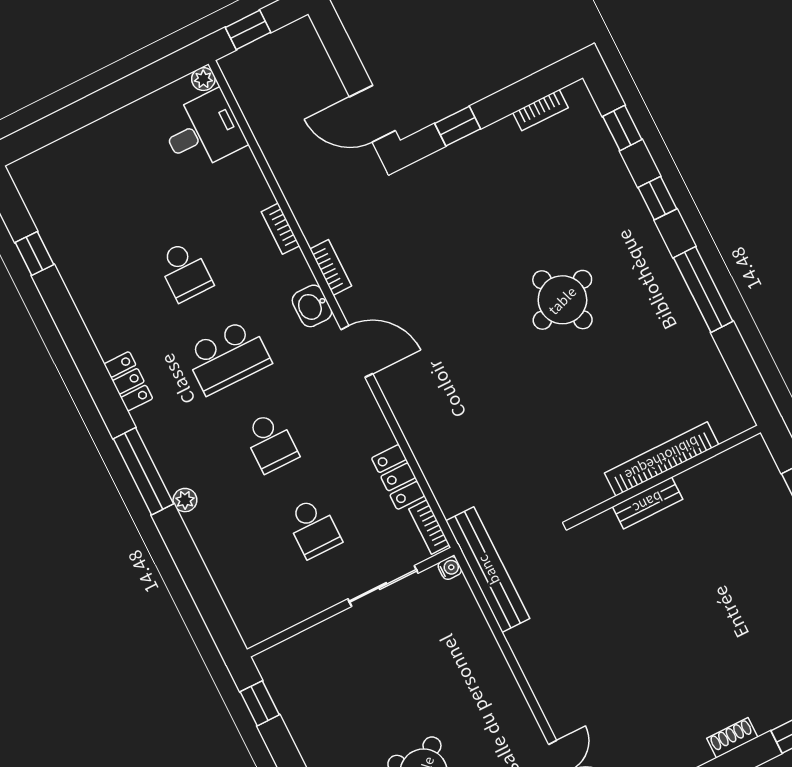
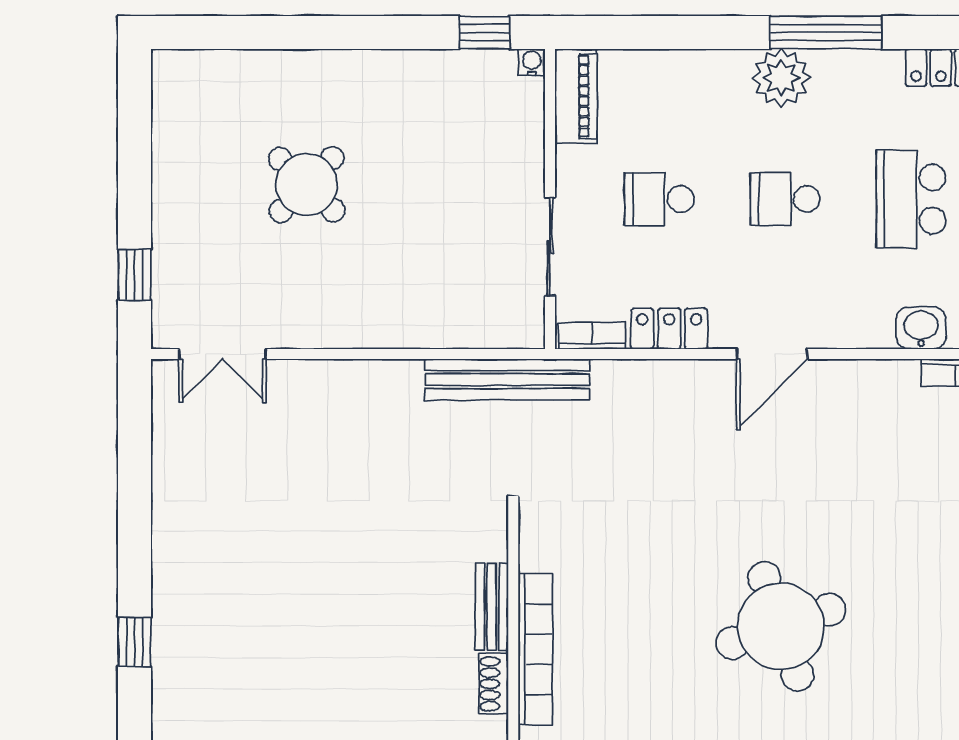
round table: (562, 300) -> (781, 626), width x1.36, depth x1.36
door: (357, 352) -> (772, 354), moved
plant: (185, 500) -> (781, 78), width x1.87, depth x1.87
water cooler: (450, 568) -> (532, 62), moved, turned 180
piano: (272, 620) -> (576, 96), added
shoe rack: (732, 738) -> (494, 684), moved, turned 180

